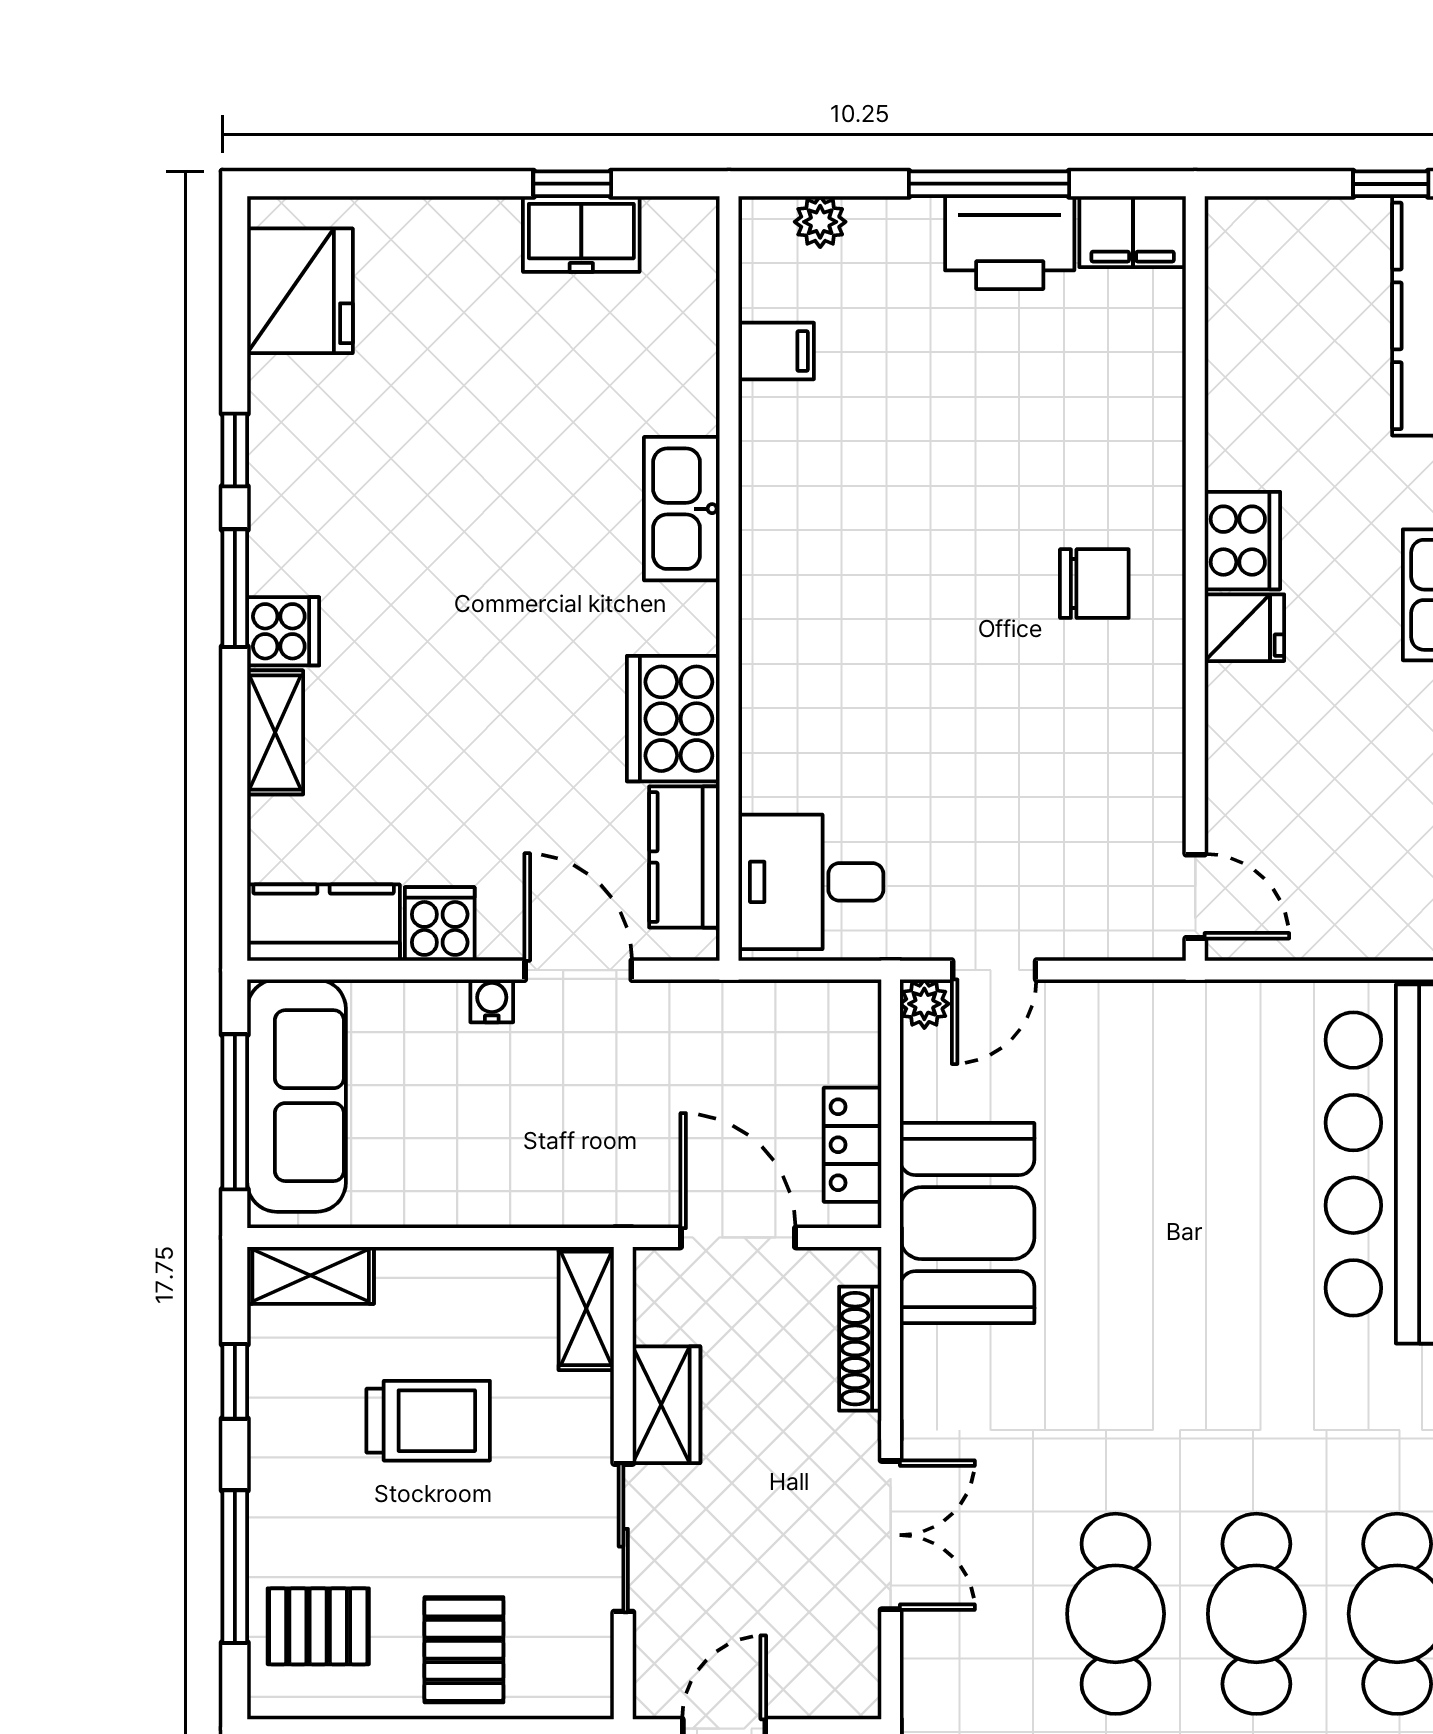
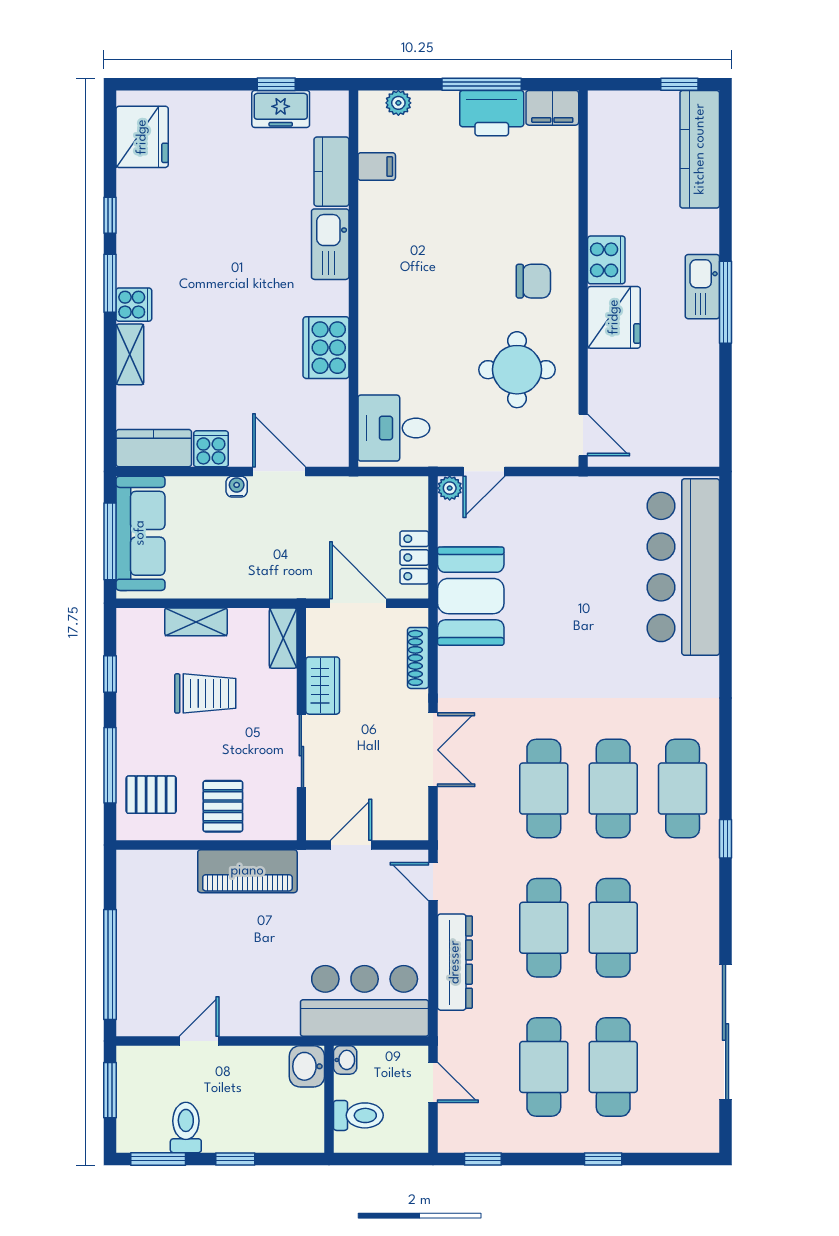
fridge: (1244, 628) -> (614, 317), width x1.88, depth x1.34
round table: (1061, 763) -> (517, 370), added
kitchen counter: (684, 857) -> (331, 172), moved
shelving: (311, 1275) -> (196, 622), moved

